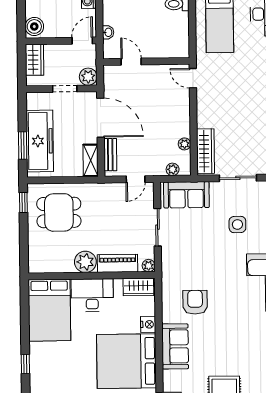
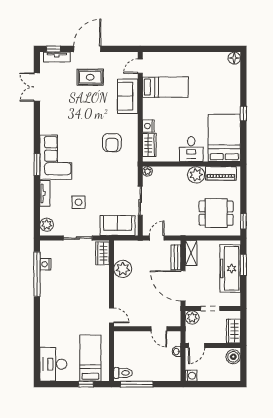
plant: (184, 144) -> (123, 269), width x1.88, depth x1.88
wardrobe: (205, 151) -> (102, 253), width x0.67
plant: (173, 169) -> (128, 245), removed
piano: (117, 263) -> (221, 173), moved
wardrobe: (138, 287) -> (149, 145), moved, turned 90
desk: (92, 295) -> (191, 149), width x0.73
sofa: (175, 346) -> (128, 96), moved
bed: (127, 361) -> (165, 87), width x0.49
window: (25, 364) -> (243, 114), moved

